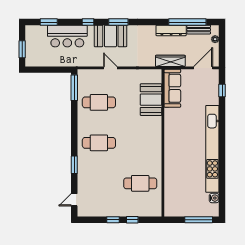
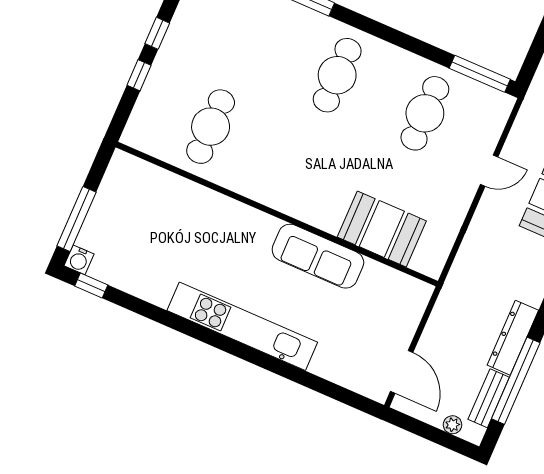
wardrobe: (170, 61) -> (447, 307), removed
sofa: (172, 88) -> (318, 256), moved
window: (222, 90) -> (91, 286), moved
kitchen unit: (212, 149) -> (242, 326), width x0.73
water cooler: (214, 198) -> (79, 260), moved

